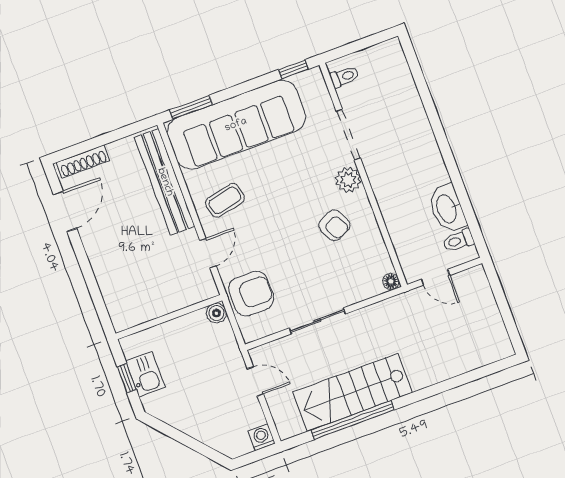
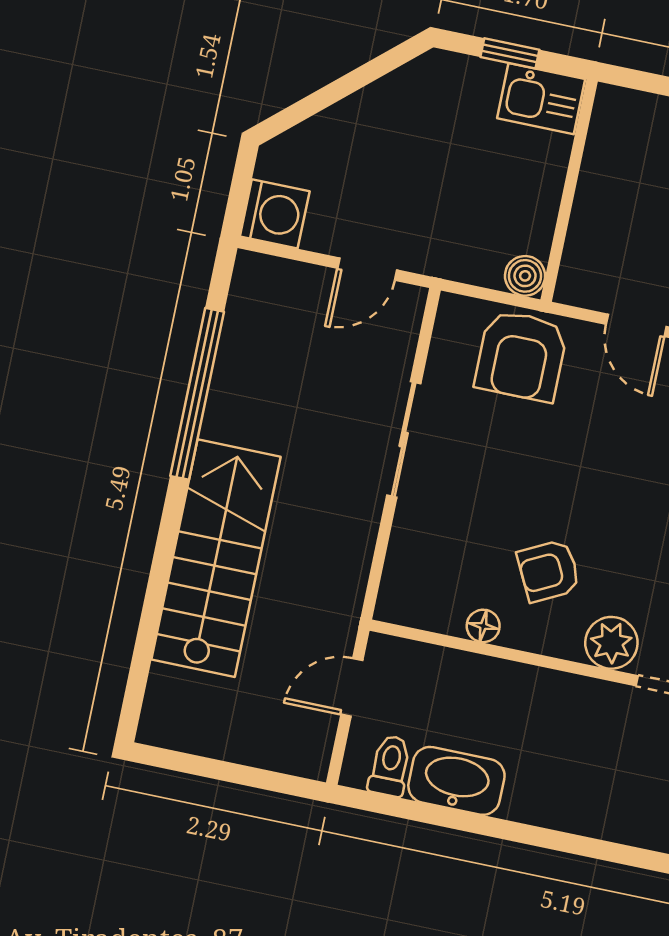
floor lamp: (391, 281) -> (483, 626), moved
kitchen sink: (145, 374) -> (541, 99), moved
stairs: (353, 392) -> (216, 558), moved
washing machine: (262, 437) -> (275, 214), width x1.38, depth x1.38

